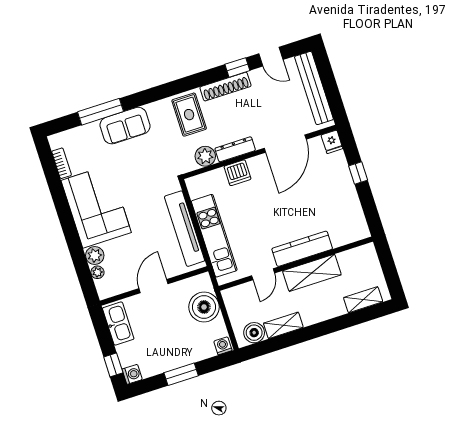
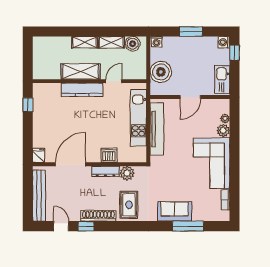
window: (358, 173) -> (28, 105), moved
shelving: (363, 300) -> (84, 42), moved

